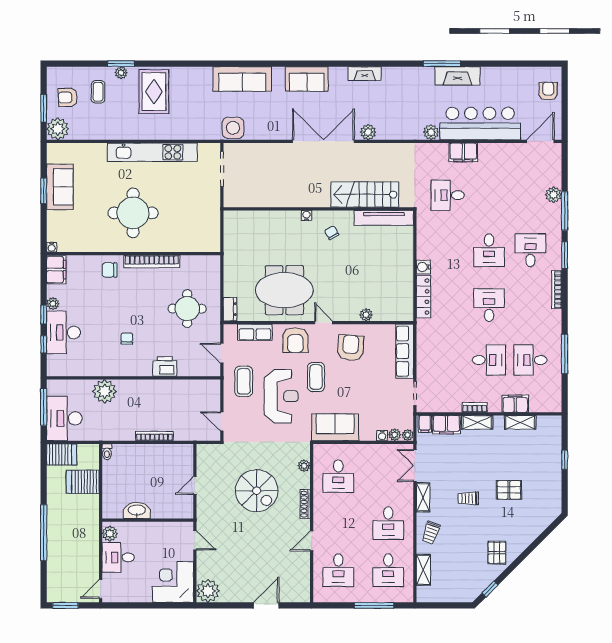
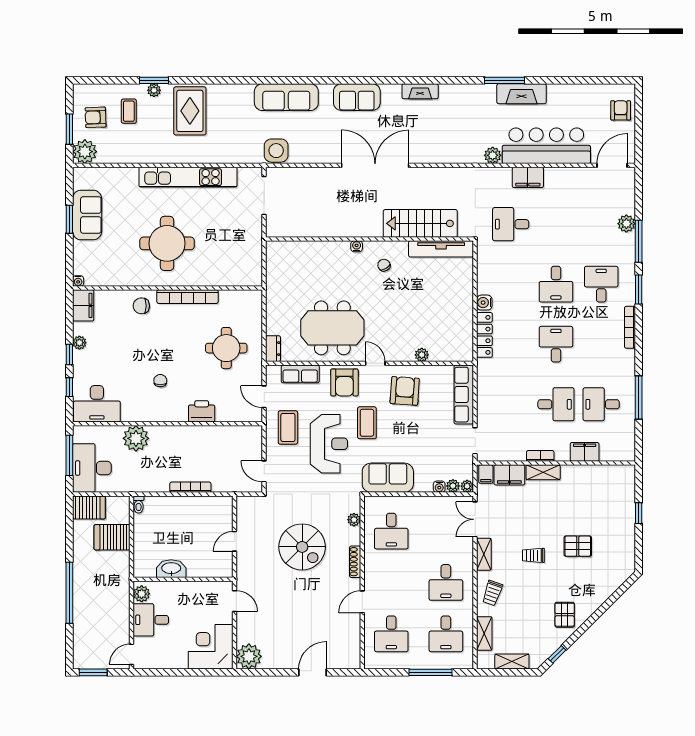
plant: (368, 132) -> (424, 155), removed
desk: (63, 332) -> (97, 404), moved, turned -90
shelving: (520, 422) -> (512, 661), moved

